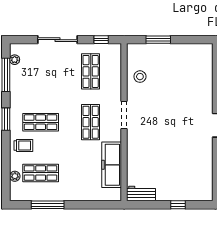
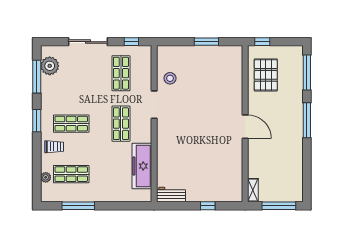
window: (158, 40) -> (206, 42), moved
plant: (15, 60) -> (50, 66), width x1.88, depth x1.88
doorway: (124, 115) -> (154, 105), moved

